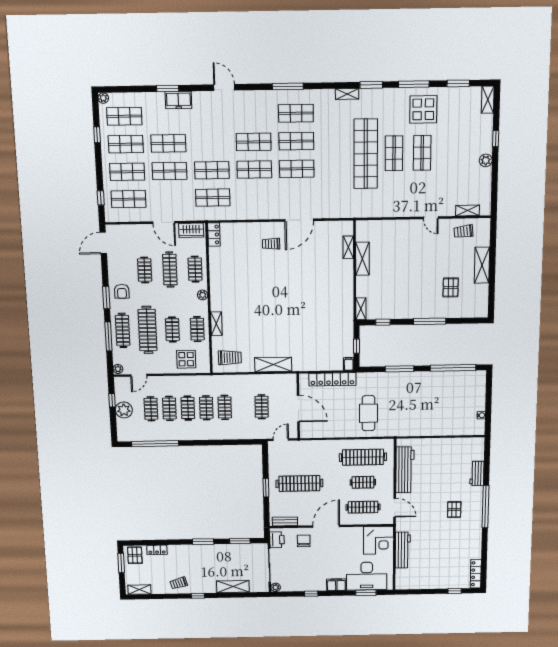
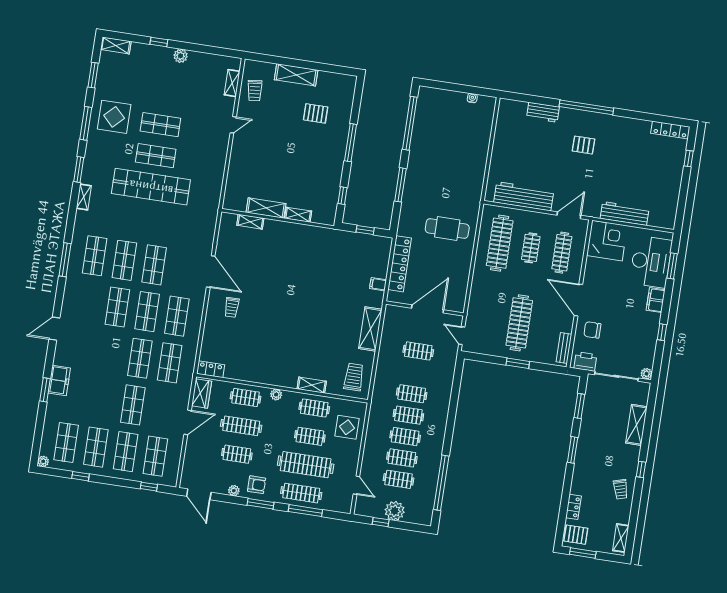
shop shelf: (168, 143) -> (177, 316), moved
shelving: (361, 309) -> (298, 215), moved
filing cabinet: (349, 364) -> (378, 284), moved
plant: (118, 369) -> (234, 491), moved

